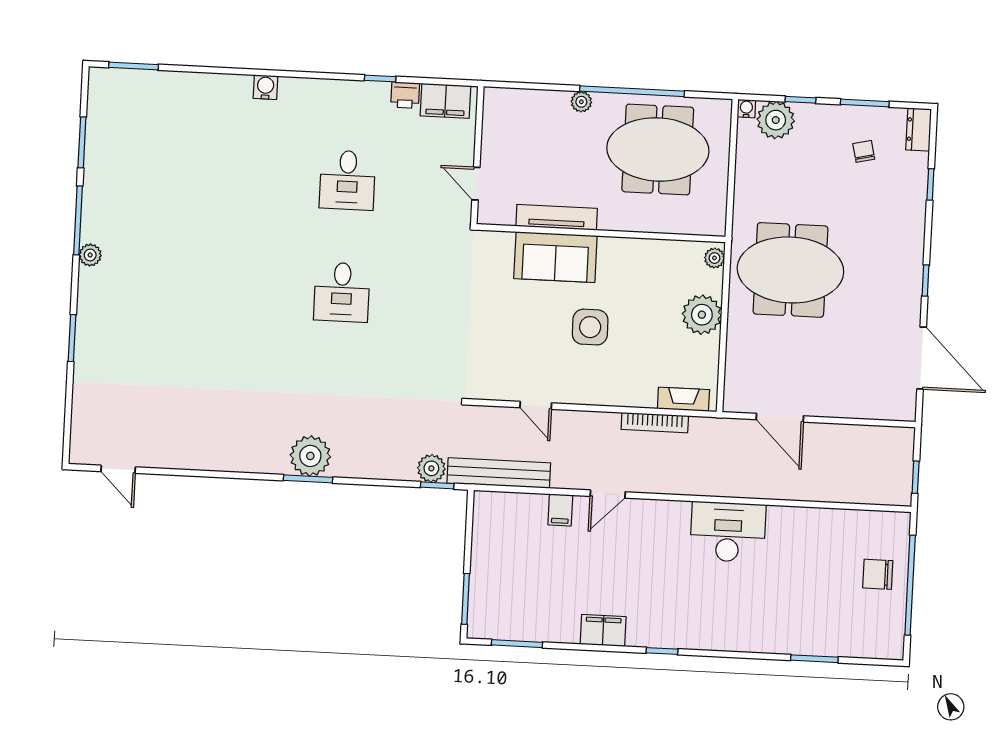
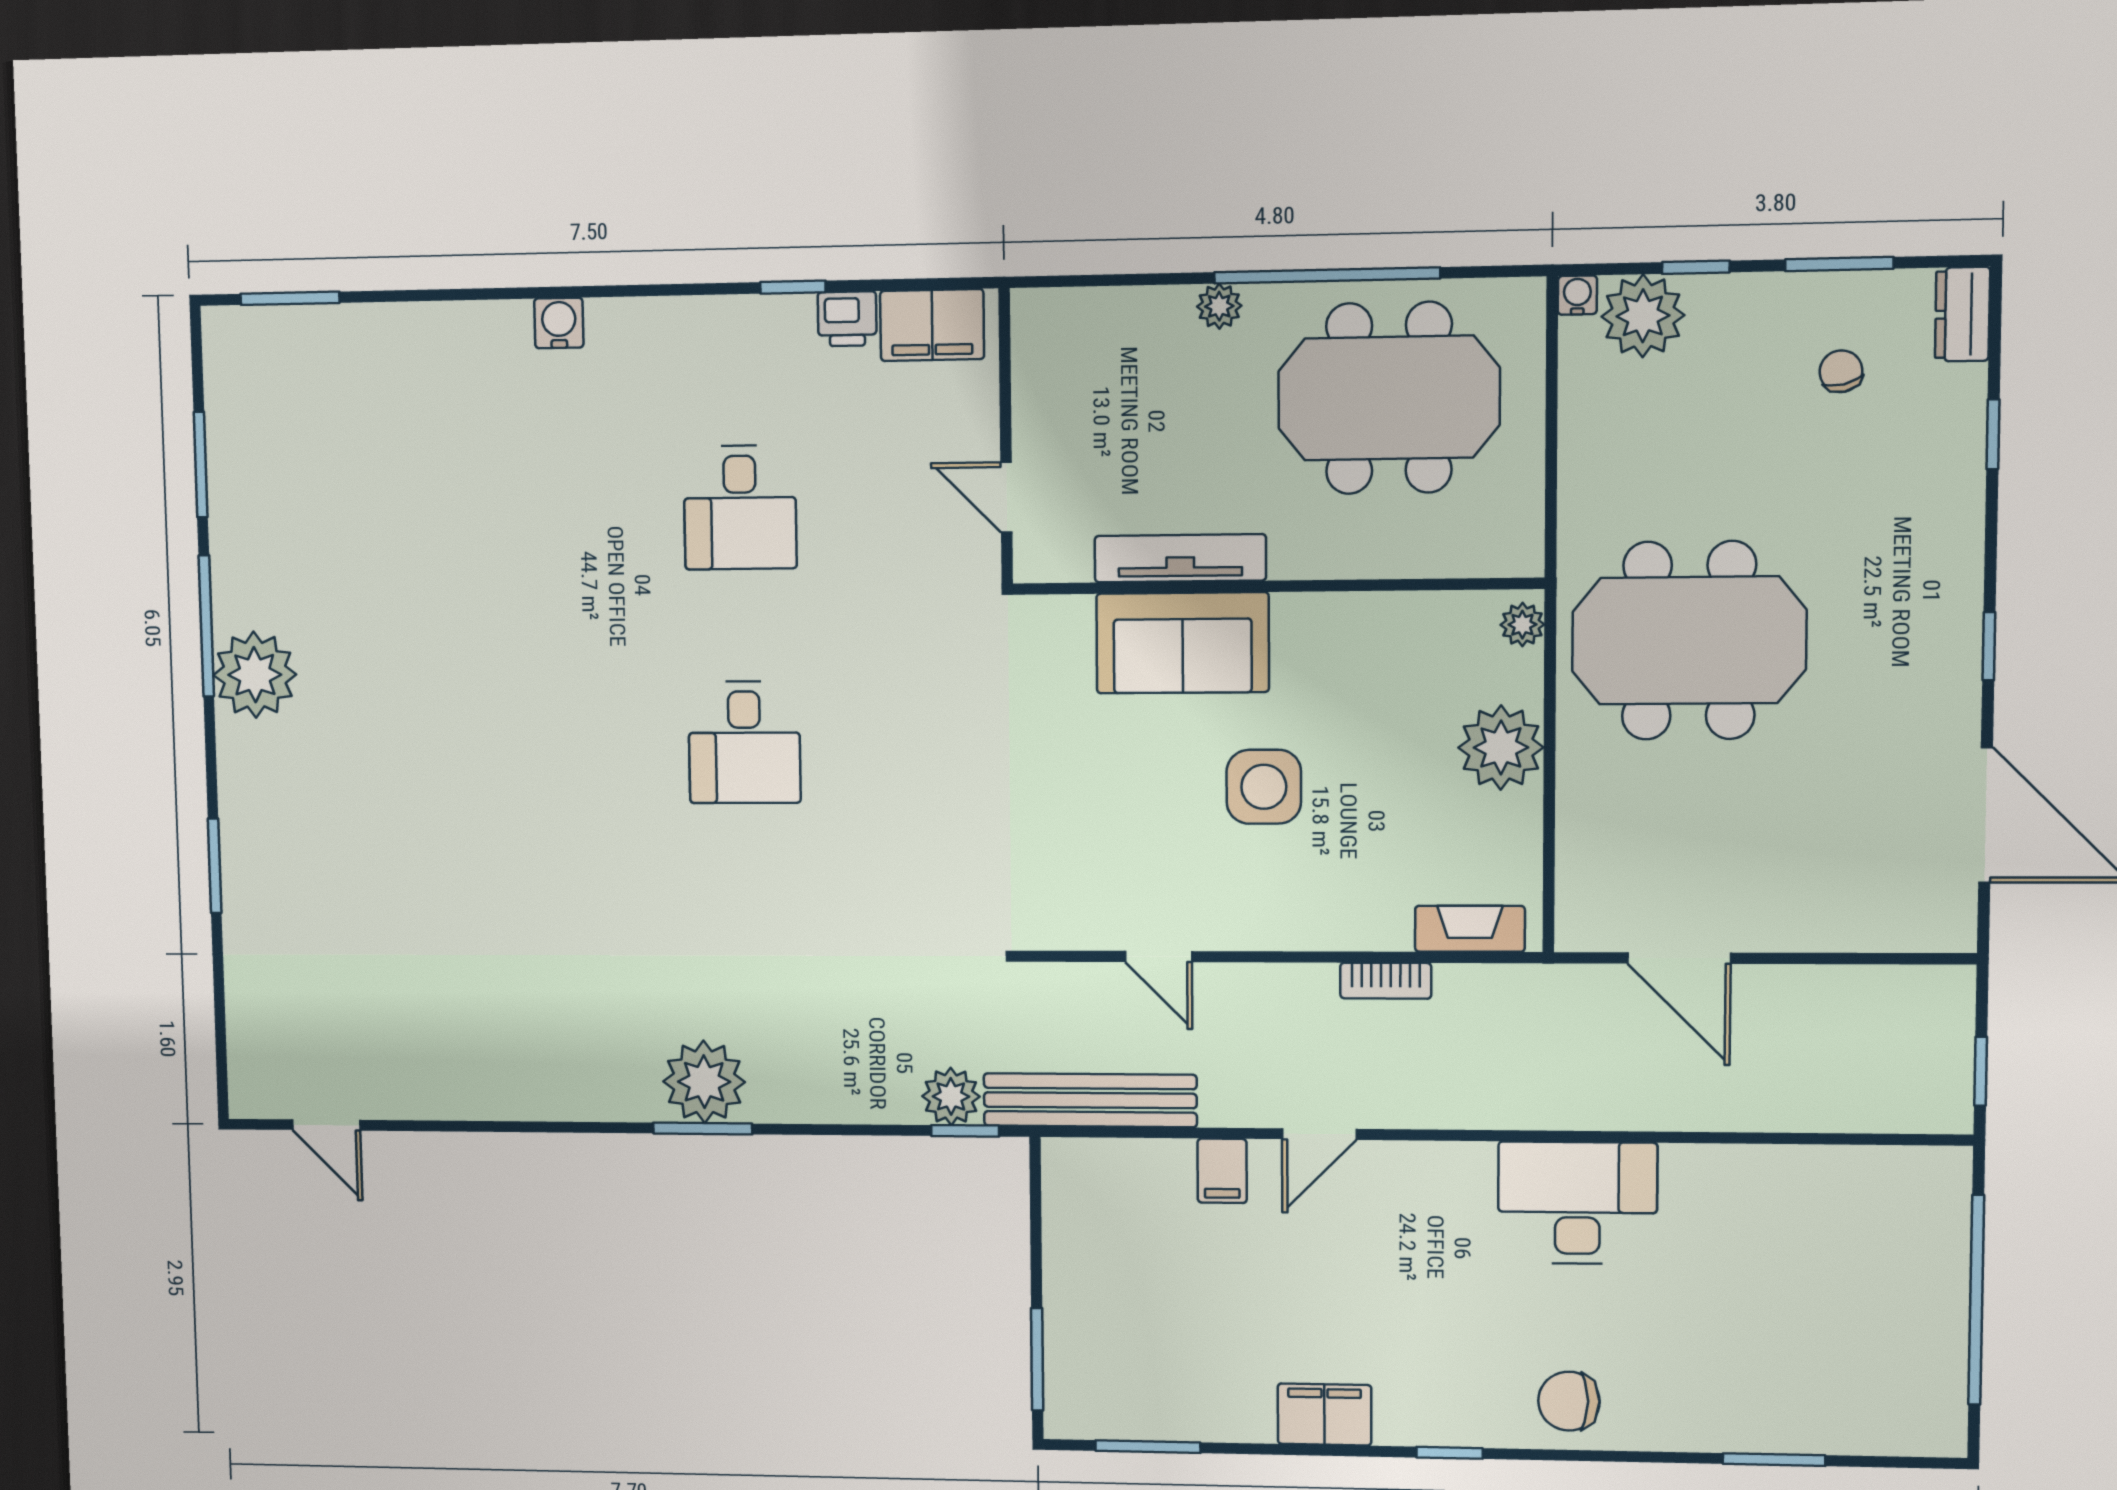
plant: (90, 255) -> (255, 675), width x1.87, depth x1.87
bookcase: (655, 423) -> (1386, 981), width x0.64
chair: (878, 574) -> (1569, 1401), moved

